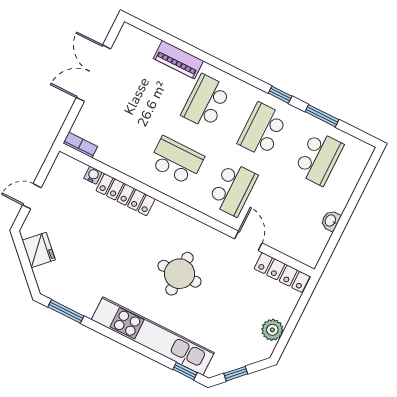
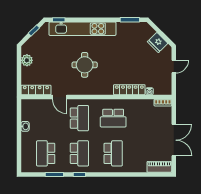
piano: (178, 60) -> (159, 167), moved
school desk: (233, 189) -> (79, 118), turned 180

